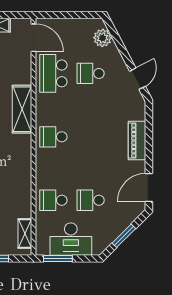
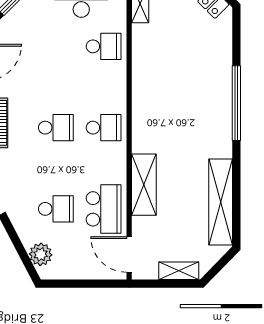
shelving: (22, 109) -> (144, 185), moved
school desk: (91, 200) -> (56, 128), moved

